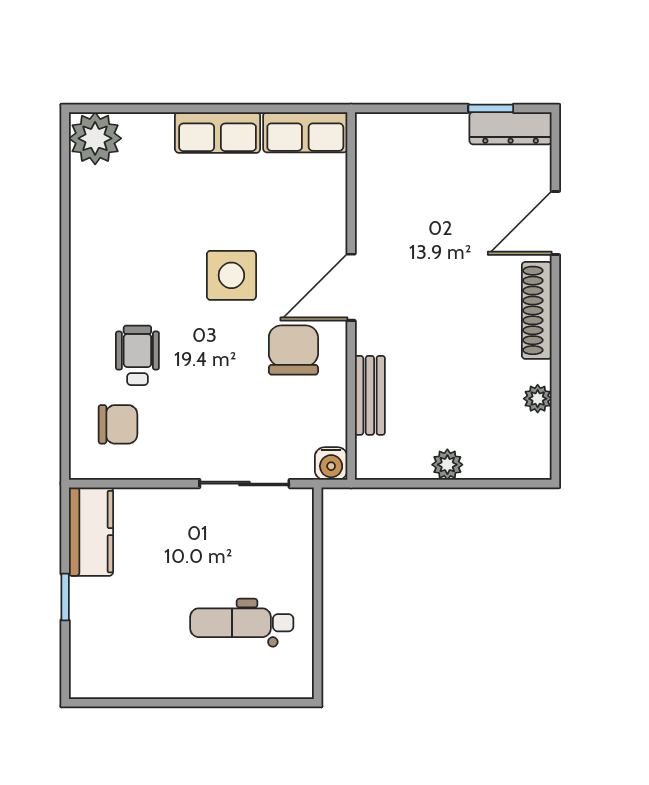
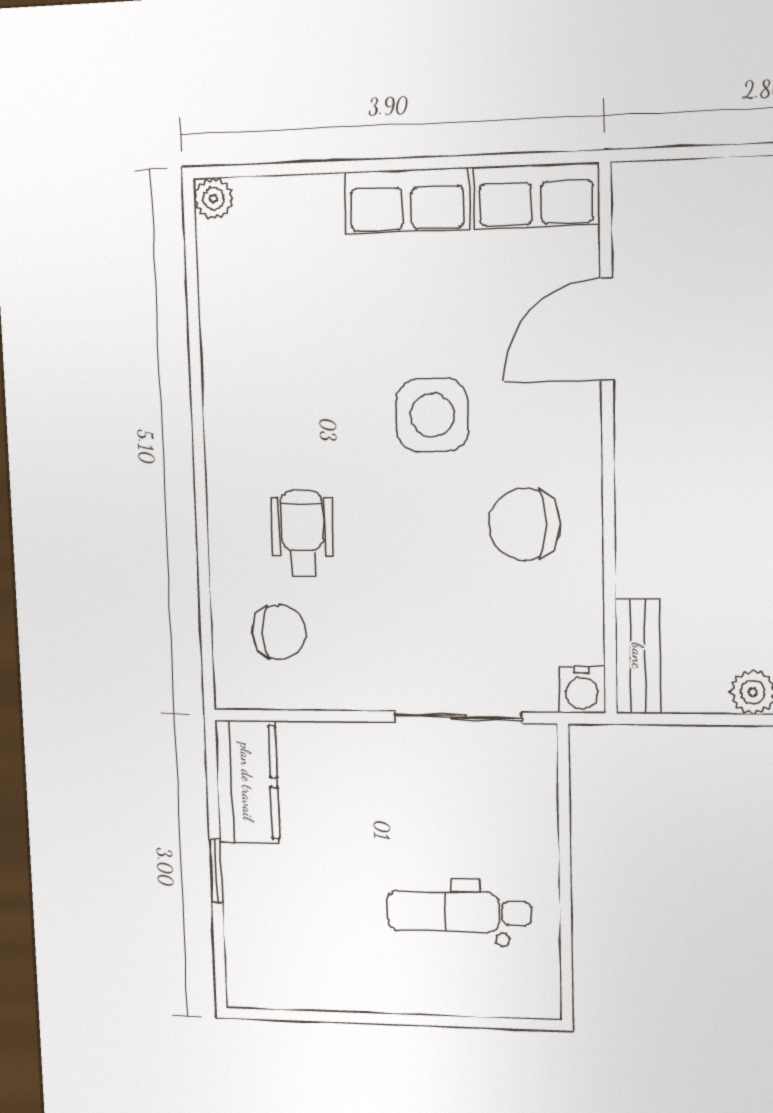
plant: (95, 138) -> (214, 199), width x0.53, depth x0.53
door: (351, 287) -> (607, 329), moved
chair: (293, 350) -> (524, 524), turned -90
bench: (370, 395) -> (638, 656), moved

